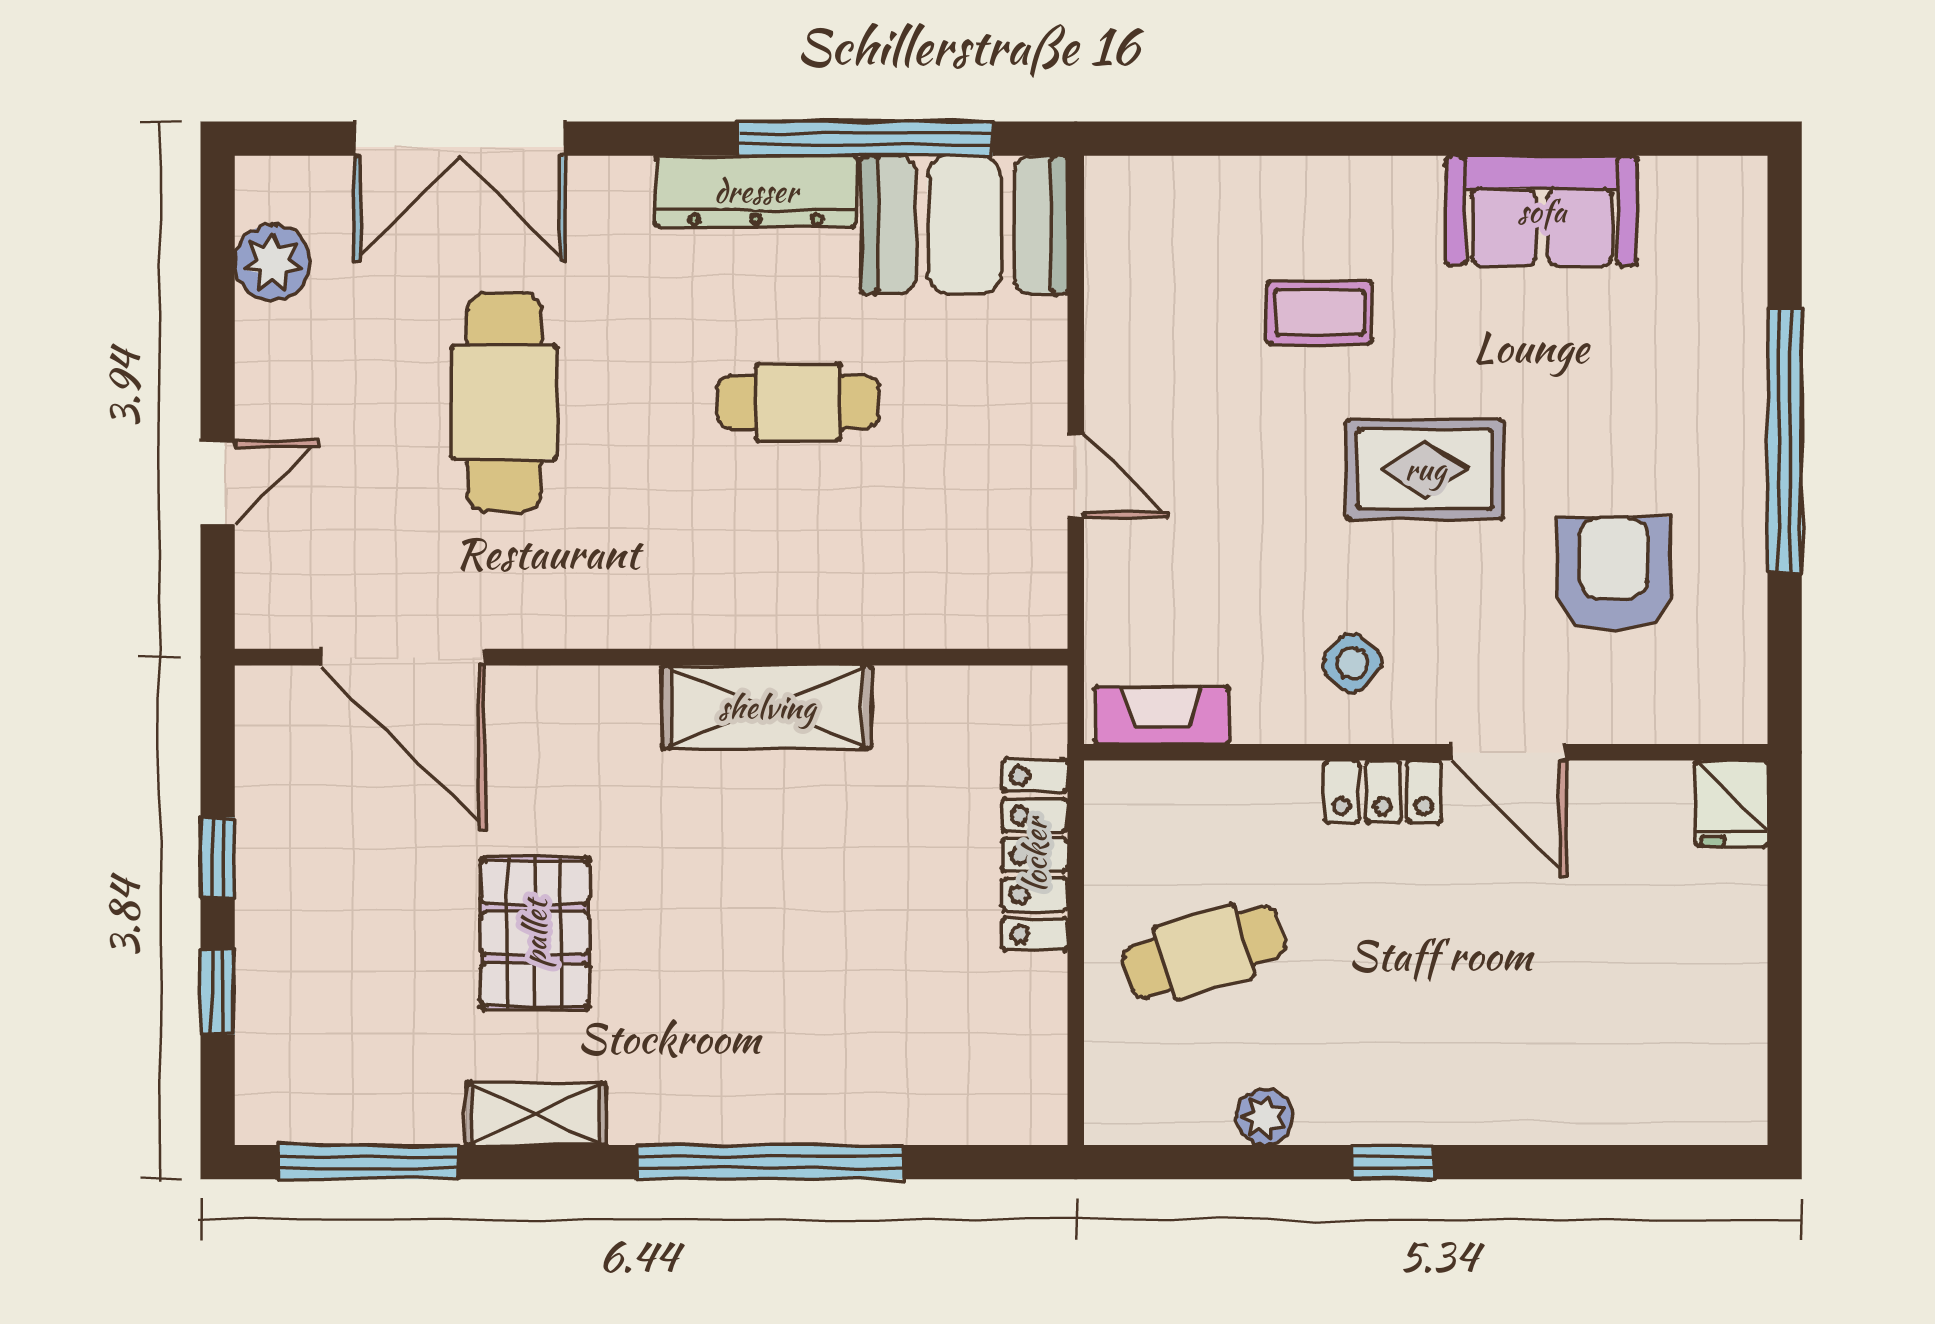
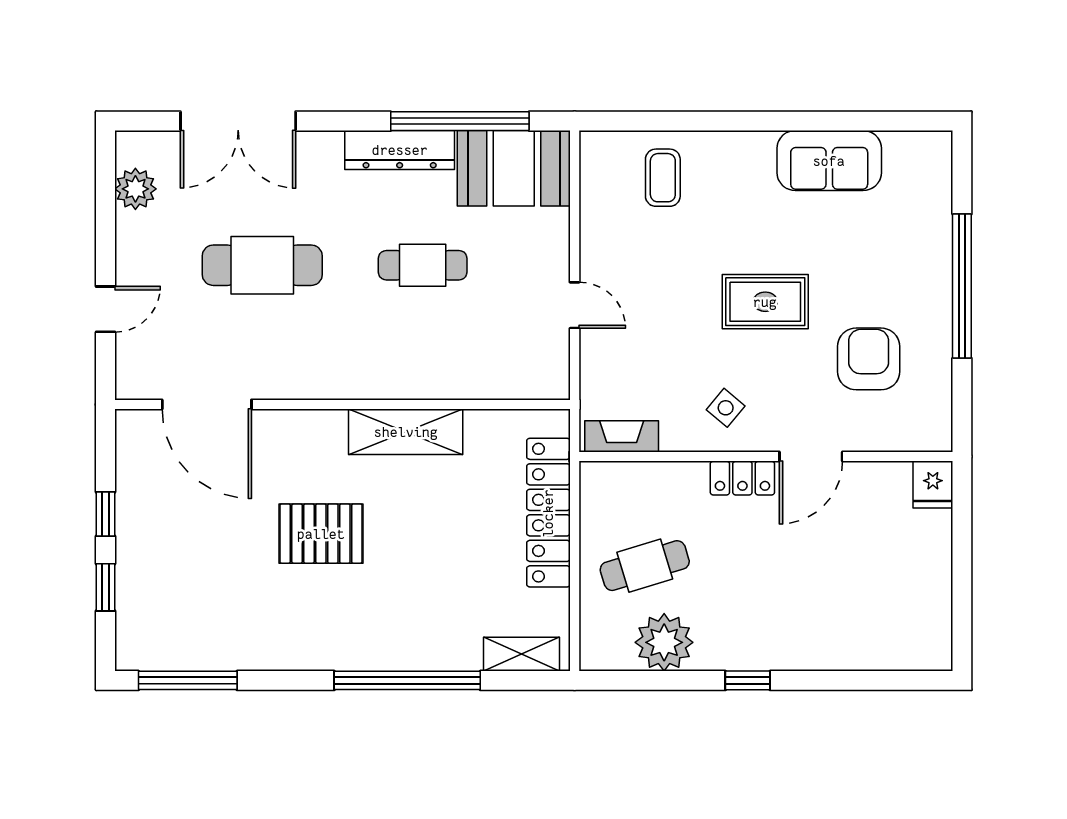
coffee table: (1319, 312) -> (663, 178), moved, turned 90
cafe table: (504, 402) -> (262, 265), turned 90
door: (1508, 752) -> (811, 457), hinge flipped
locker: (1035, 855) -> (548, 513), width x1.41, depth x1.21
pallet: (535, 933) -> (321, 534), moved, turned 90
shelving: (536, 1114) -> (522, 654), moved
plant: (1264, 1117) -> (664, 642), width x1.88, depth x1.88

